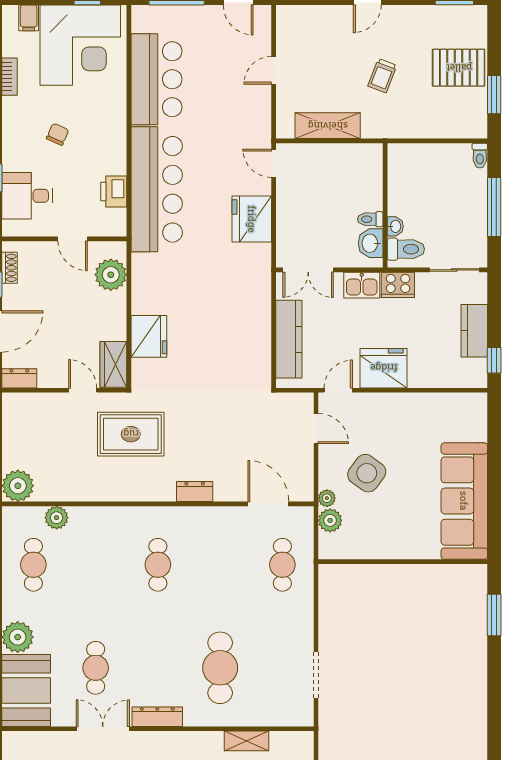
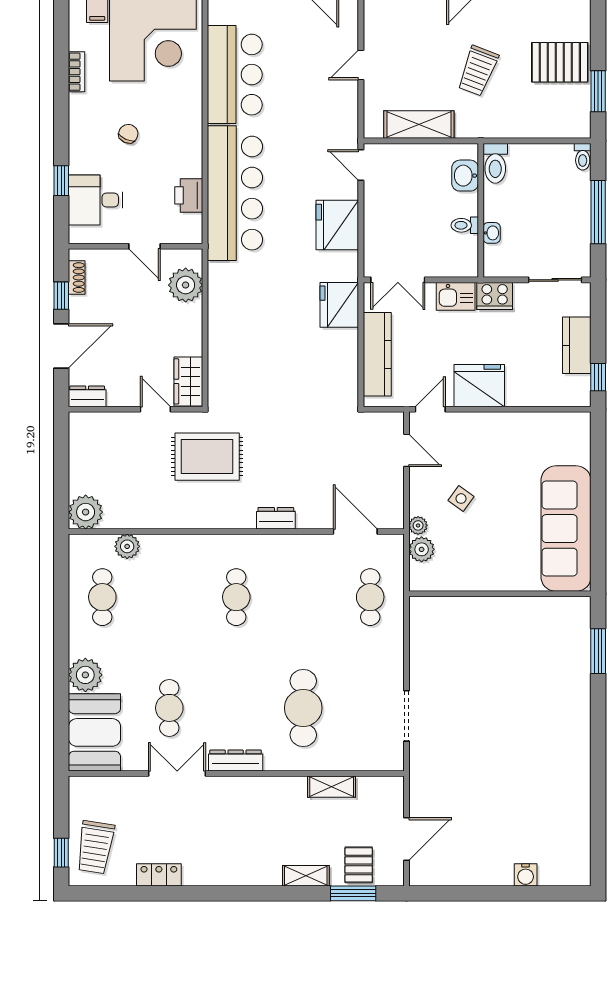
trolley: (382, 76) -> (478, 71), width x1.36, depth x1.39
washbasin: (371, 243) -> (465, 176), moved
toilet: (406, 249) -> (495, 163), moved, turned 90
fridge: (149, 336) -> (339, 305), moved, turned 180
side table: (367, 473) -> (461, 499), width x0.54, depth x0.54

